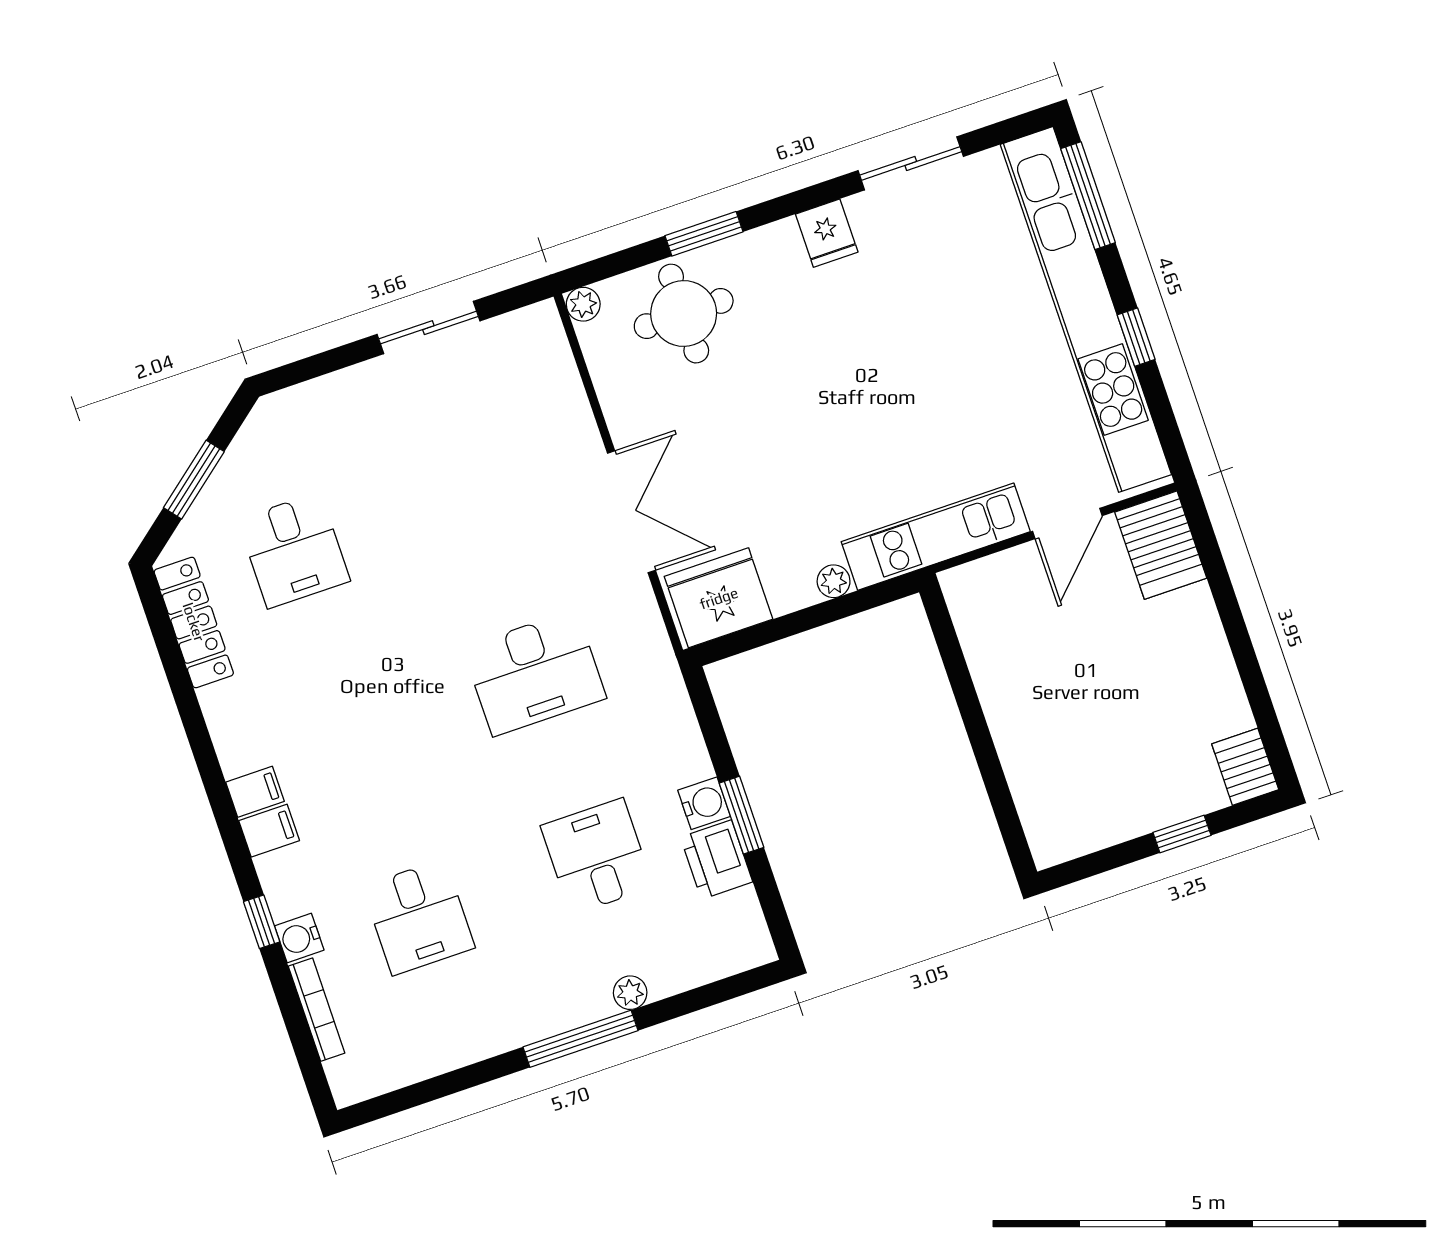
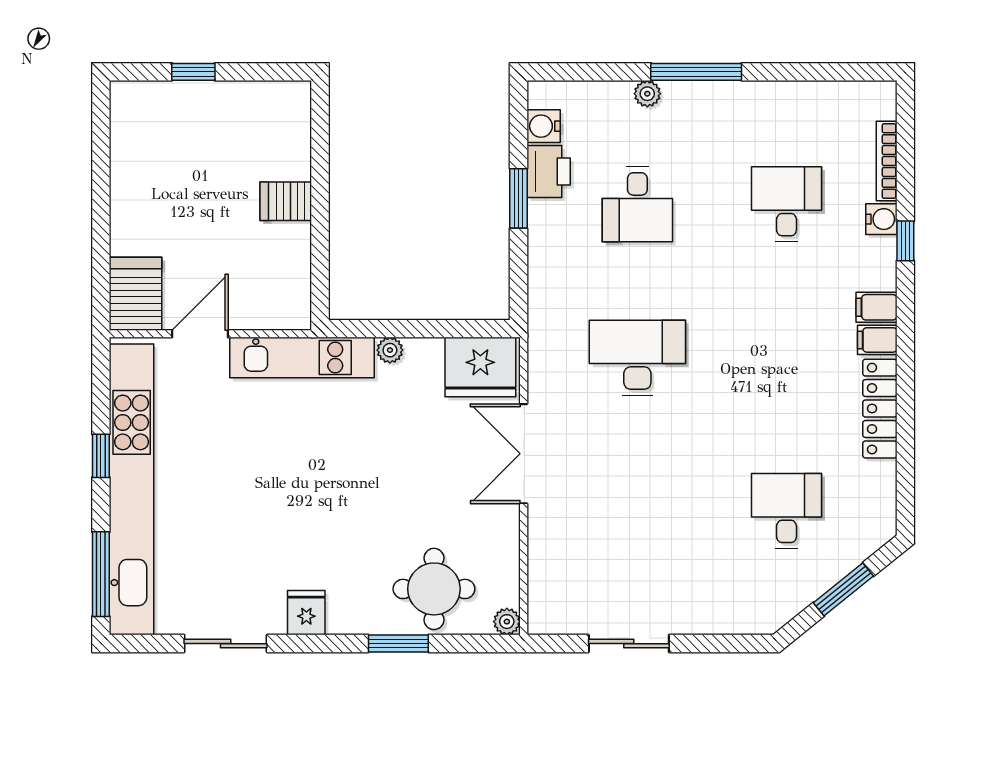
locker: (194, 622) -> (880, 409), moved
server rack: (1245, 767) -> (286, 201), moved, turned 90
water cooler: (704, 803) -> (544, 126), moved

